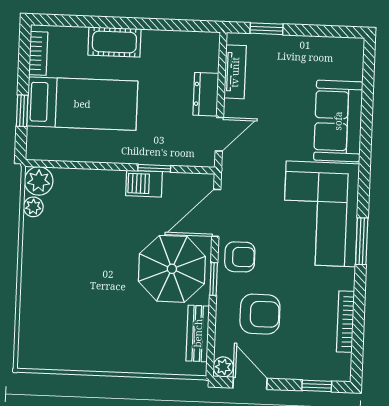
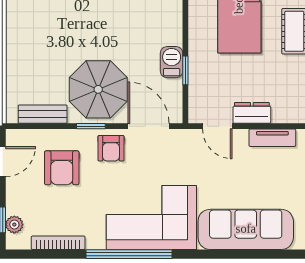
sofa: (338, 121) -> (246, 229), width x1.36
window: (362, 241) -> (129, 254), width x2.11
plant: (223, 367) -> (14, 225), moved

